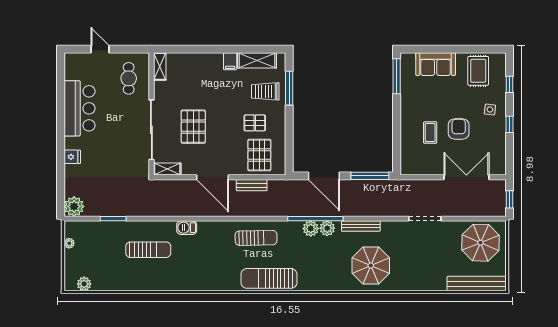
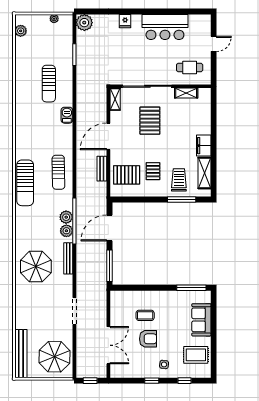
filing cabinet: (230, 61) -> (204, 146), width x2.00
shelving: (160, 66) -> (186, 93), moved
pallet: (193, 127) -> (150, 121), turned 90
sun lounger: (269, 278) -> (25, 183), turned 180

